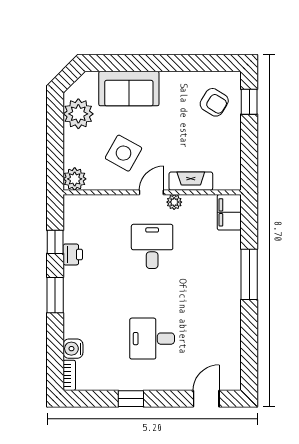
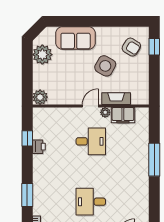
side table: (124, 153) -> (105, 66), moved
filing cabinet: (229, 212) -> (123, 115), moved, turned -90
desk: (152, 246) -> (91, 141), turned 90
window: (55, 295) -> (27, 195), moved
water cooler: (73, 349) -> (39, 208), removed

